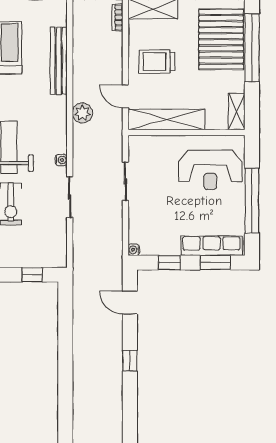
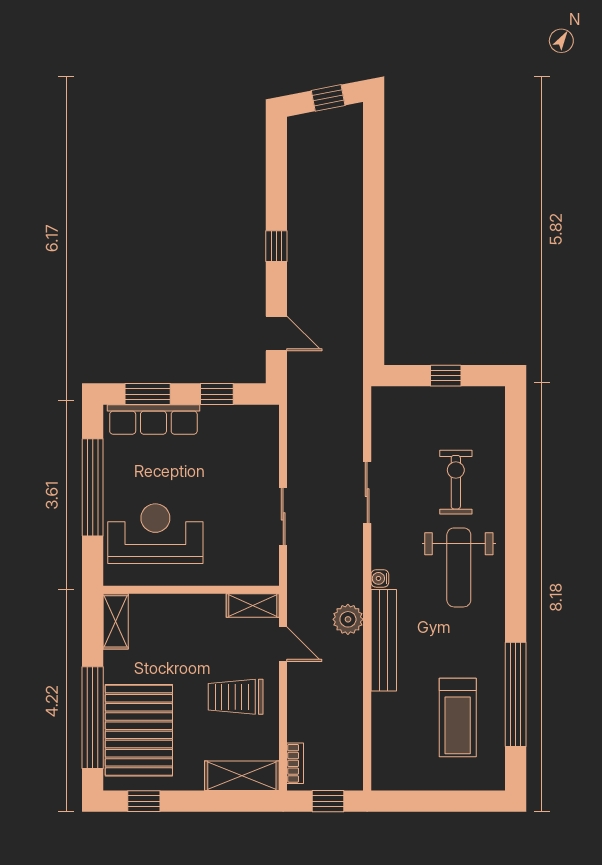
bench: (59, 61) -> (384, 640), moved
trolley: (157, 62) -> (236, 697), turned 180
shelving: (167, 120) -> (253, 605), width x0.45, depth x0.75
water cooler: (61, 160) -> (380, 578), moved
water cooler: (134, 250) -> (270, 413), removed
window: (32, 275) -> (446, 376), moved

